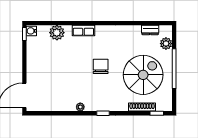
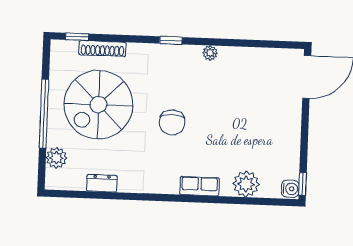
dresser: (150, 30) -> (102, 183), moved

